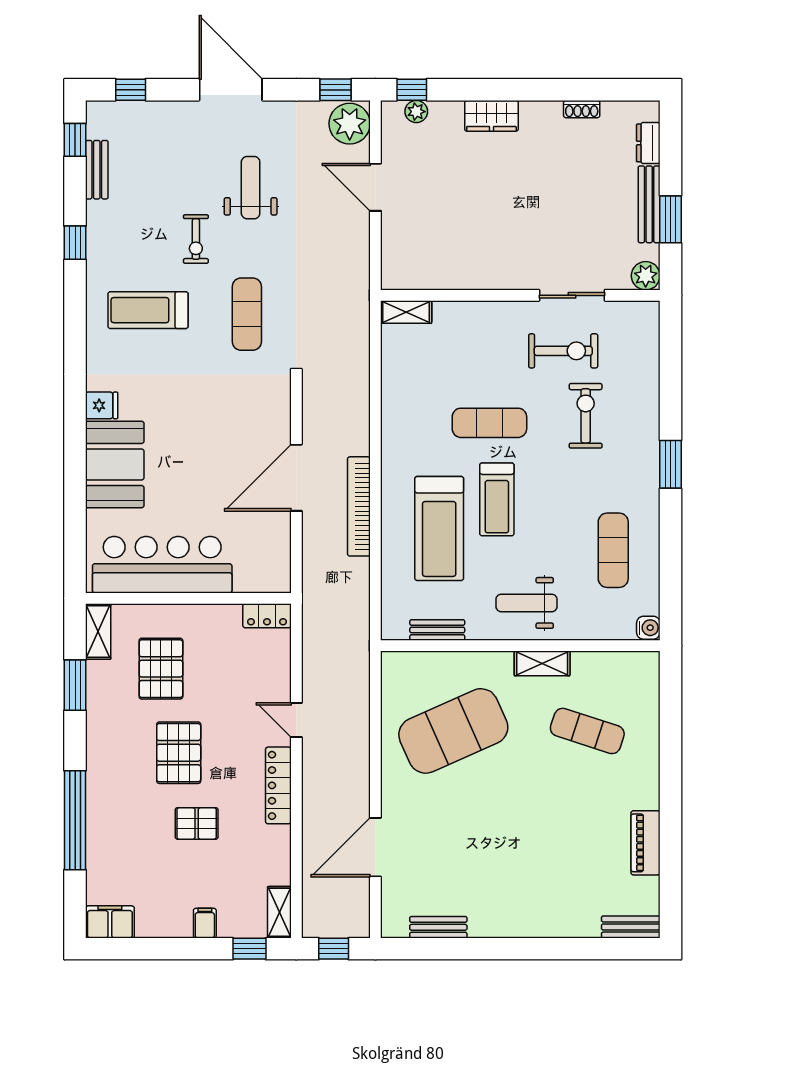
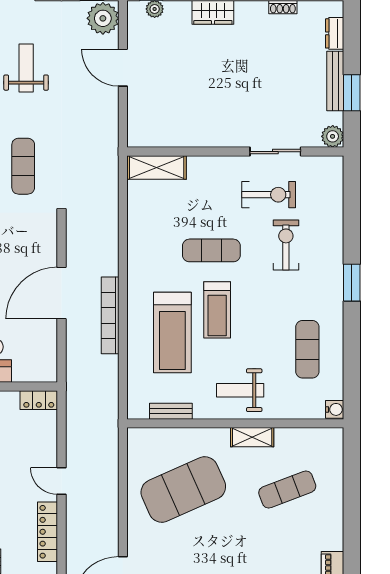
shelving: (406, 312) -> (157, 167), width x1.50, depth x1.33
exercise mat: (587, 731) -> (287, 489), turned -39

